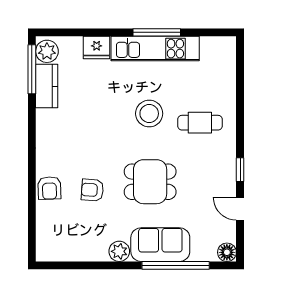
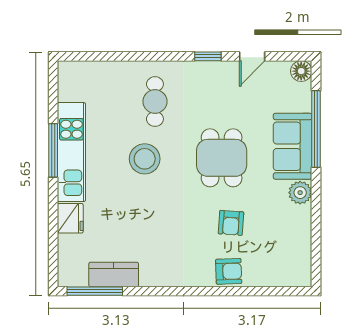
plant: (47, 51) -> (75, 274), removed

